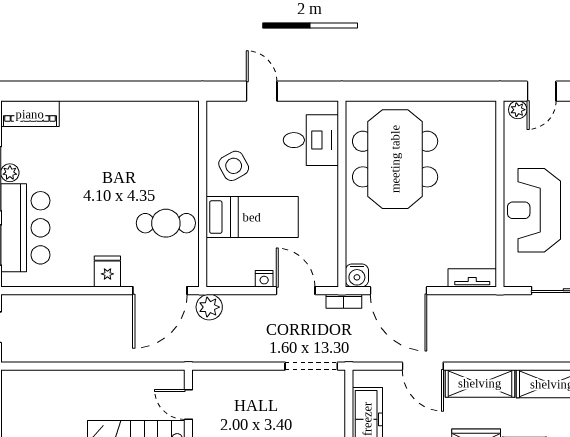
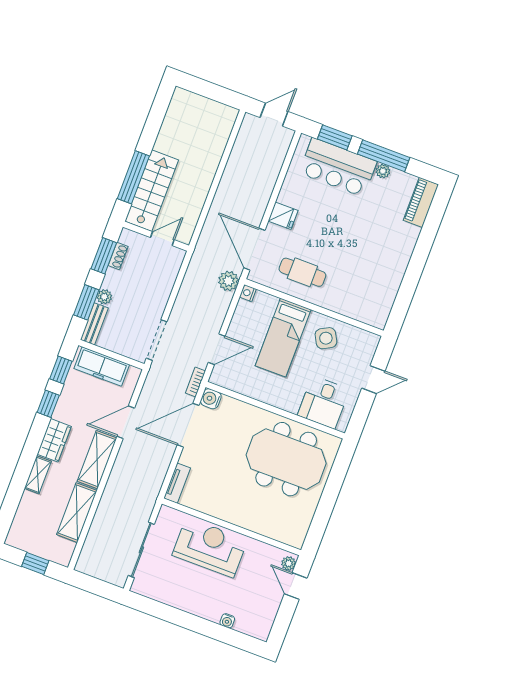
cafe table: (166, 223) -> (302, 272), turned 90
nightstand: (264, 279) -> (248, 293), moved

